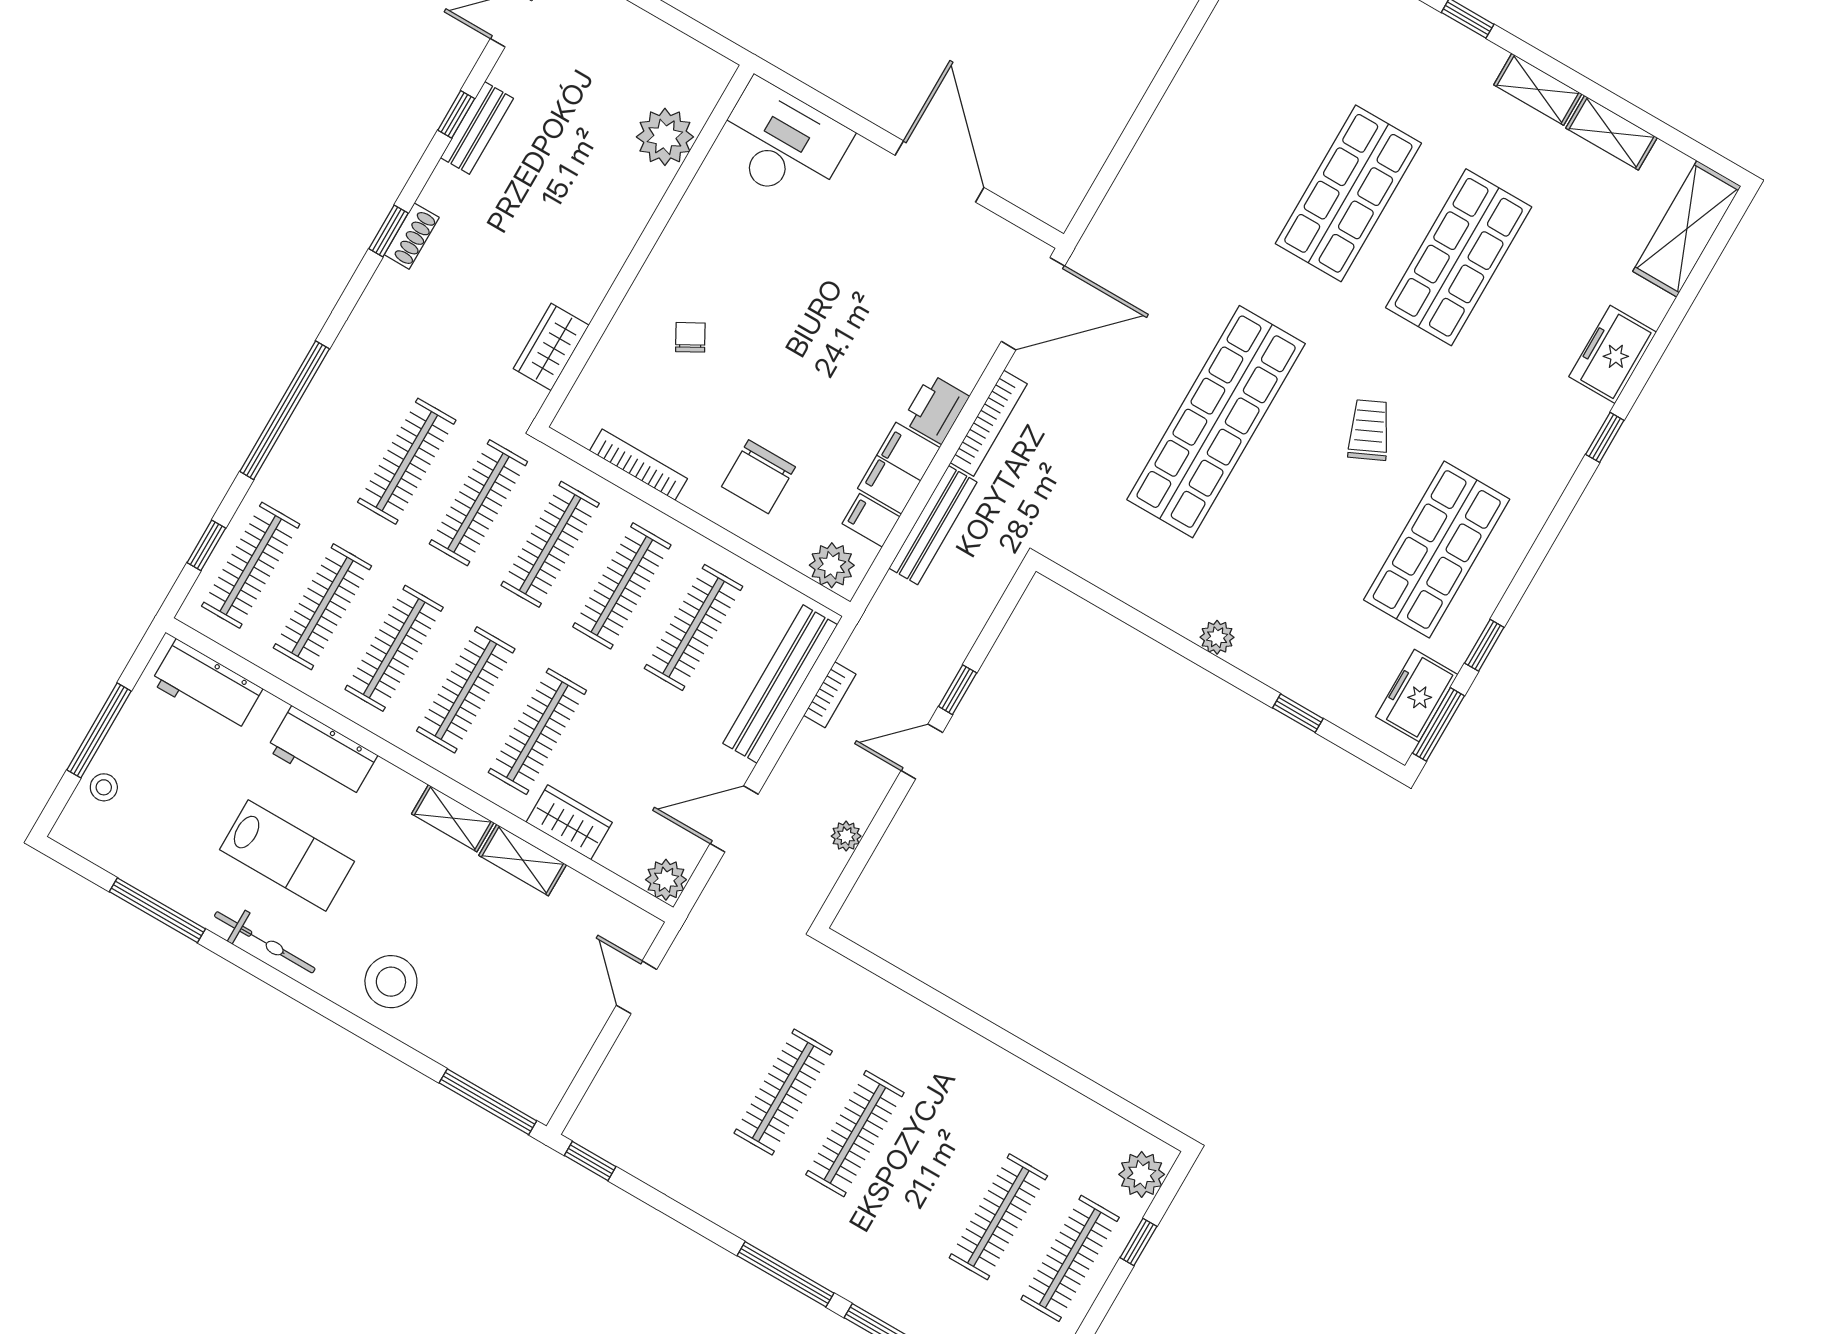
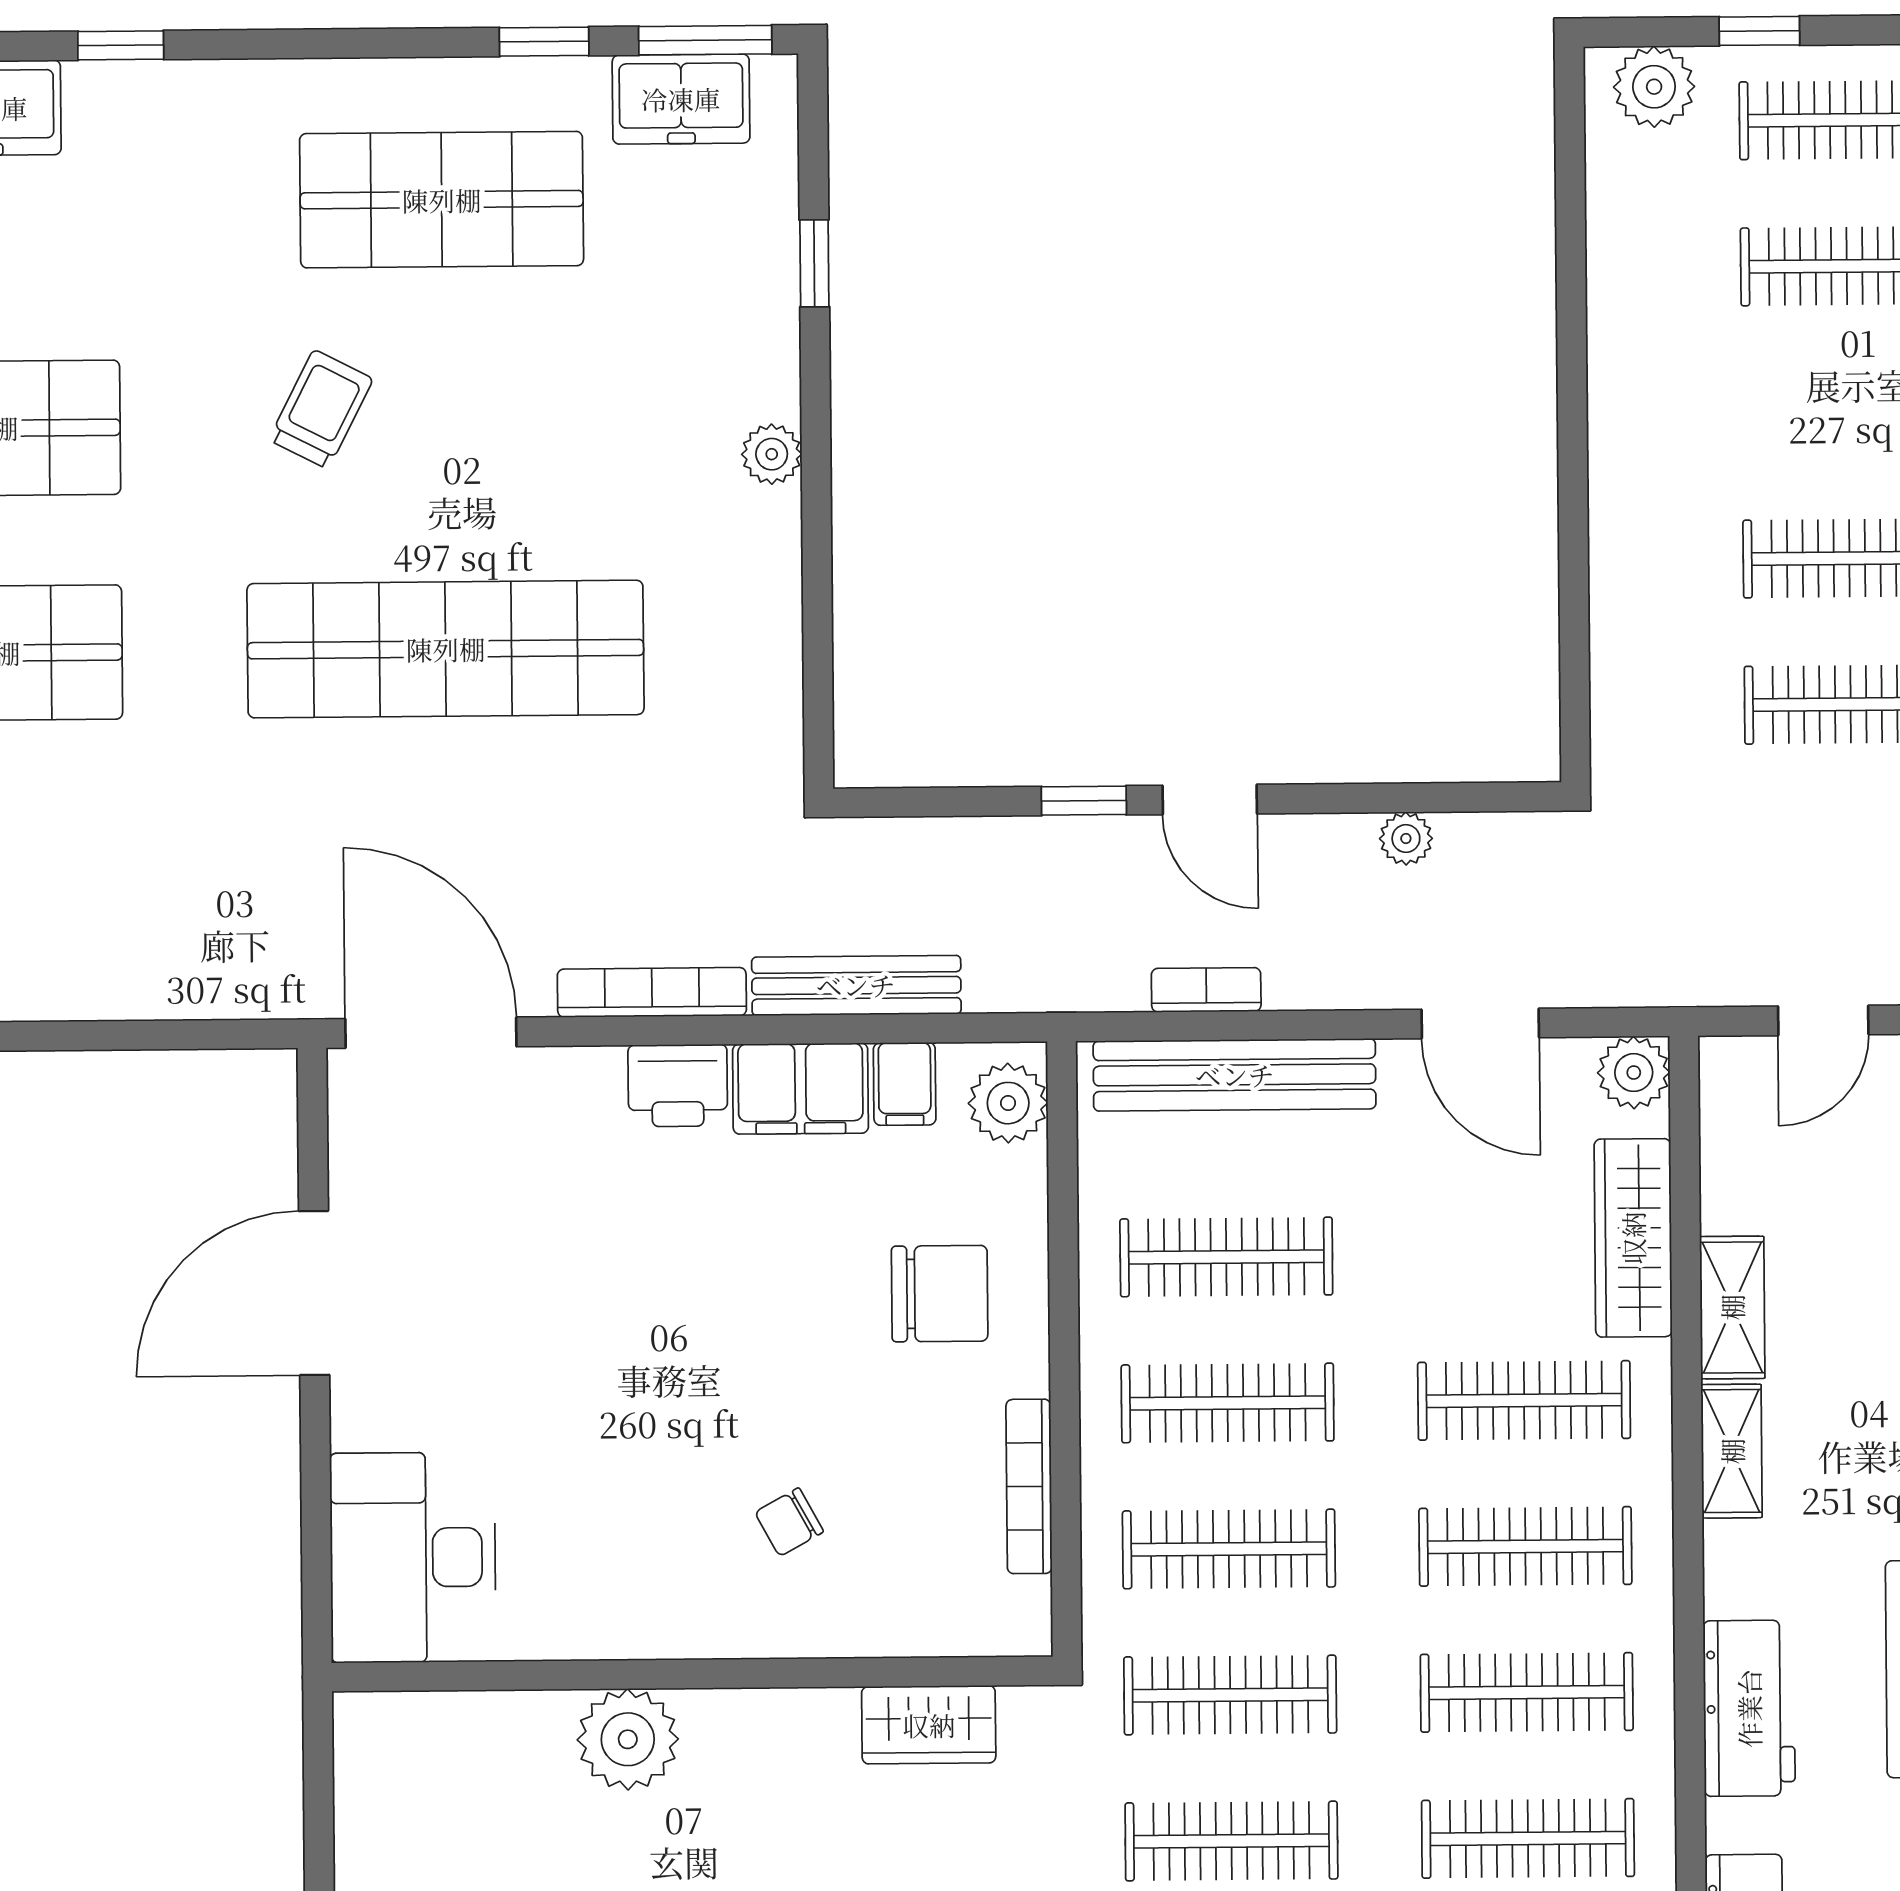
plant: (665, 137) -> (628, 1739), moved
trolley: (1369, 430) -> (321, 409), turned 142
wardrobe: (569, 822) -> (1633, 1238), width x1.50

